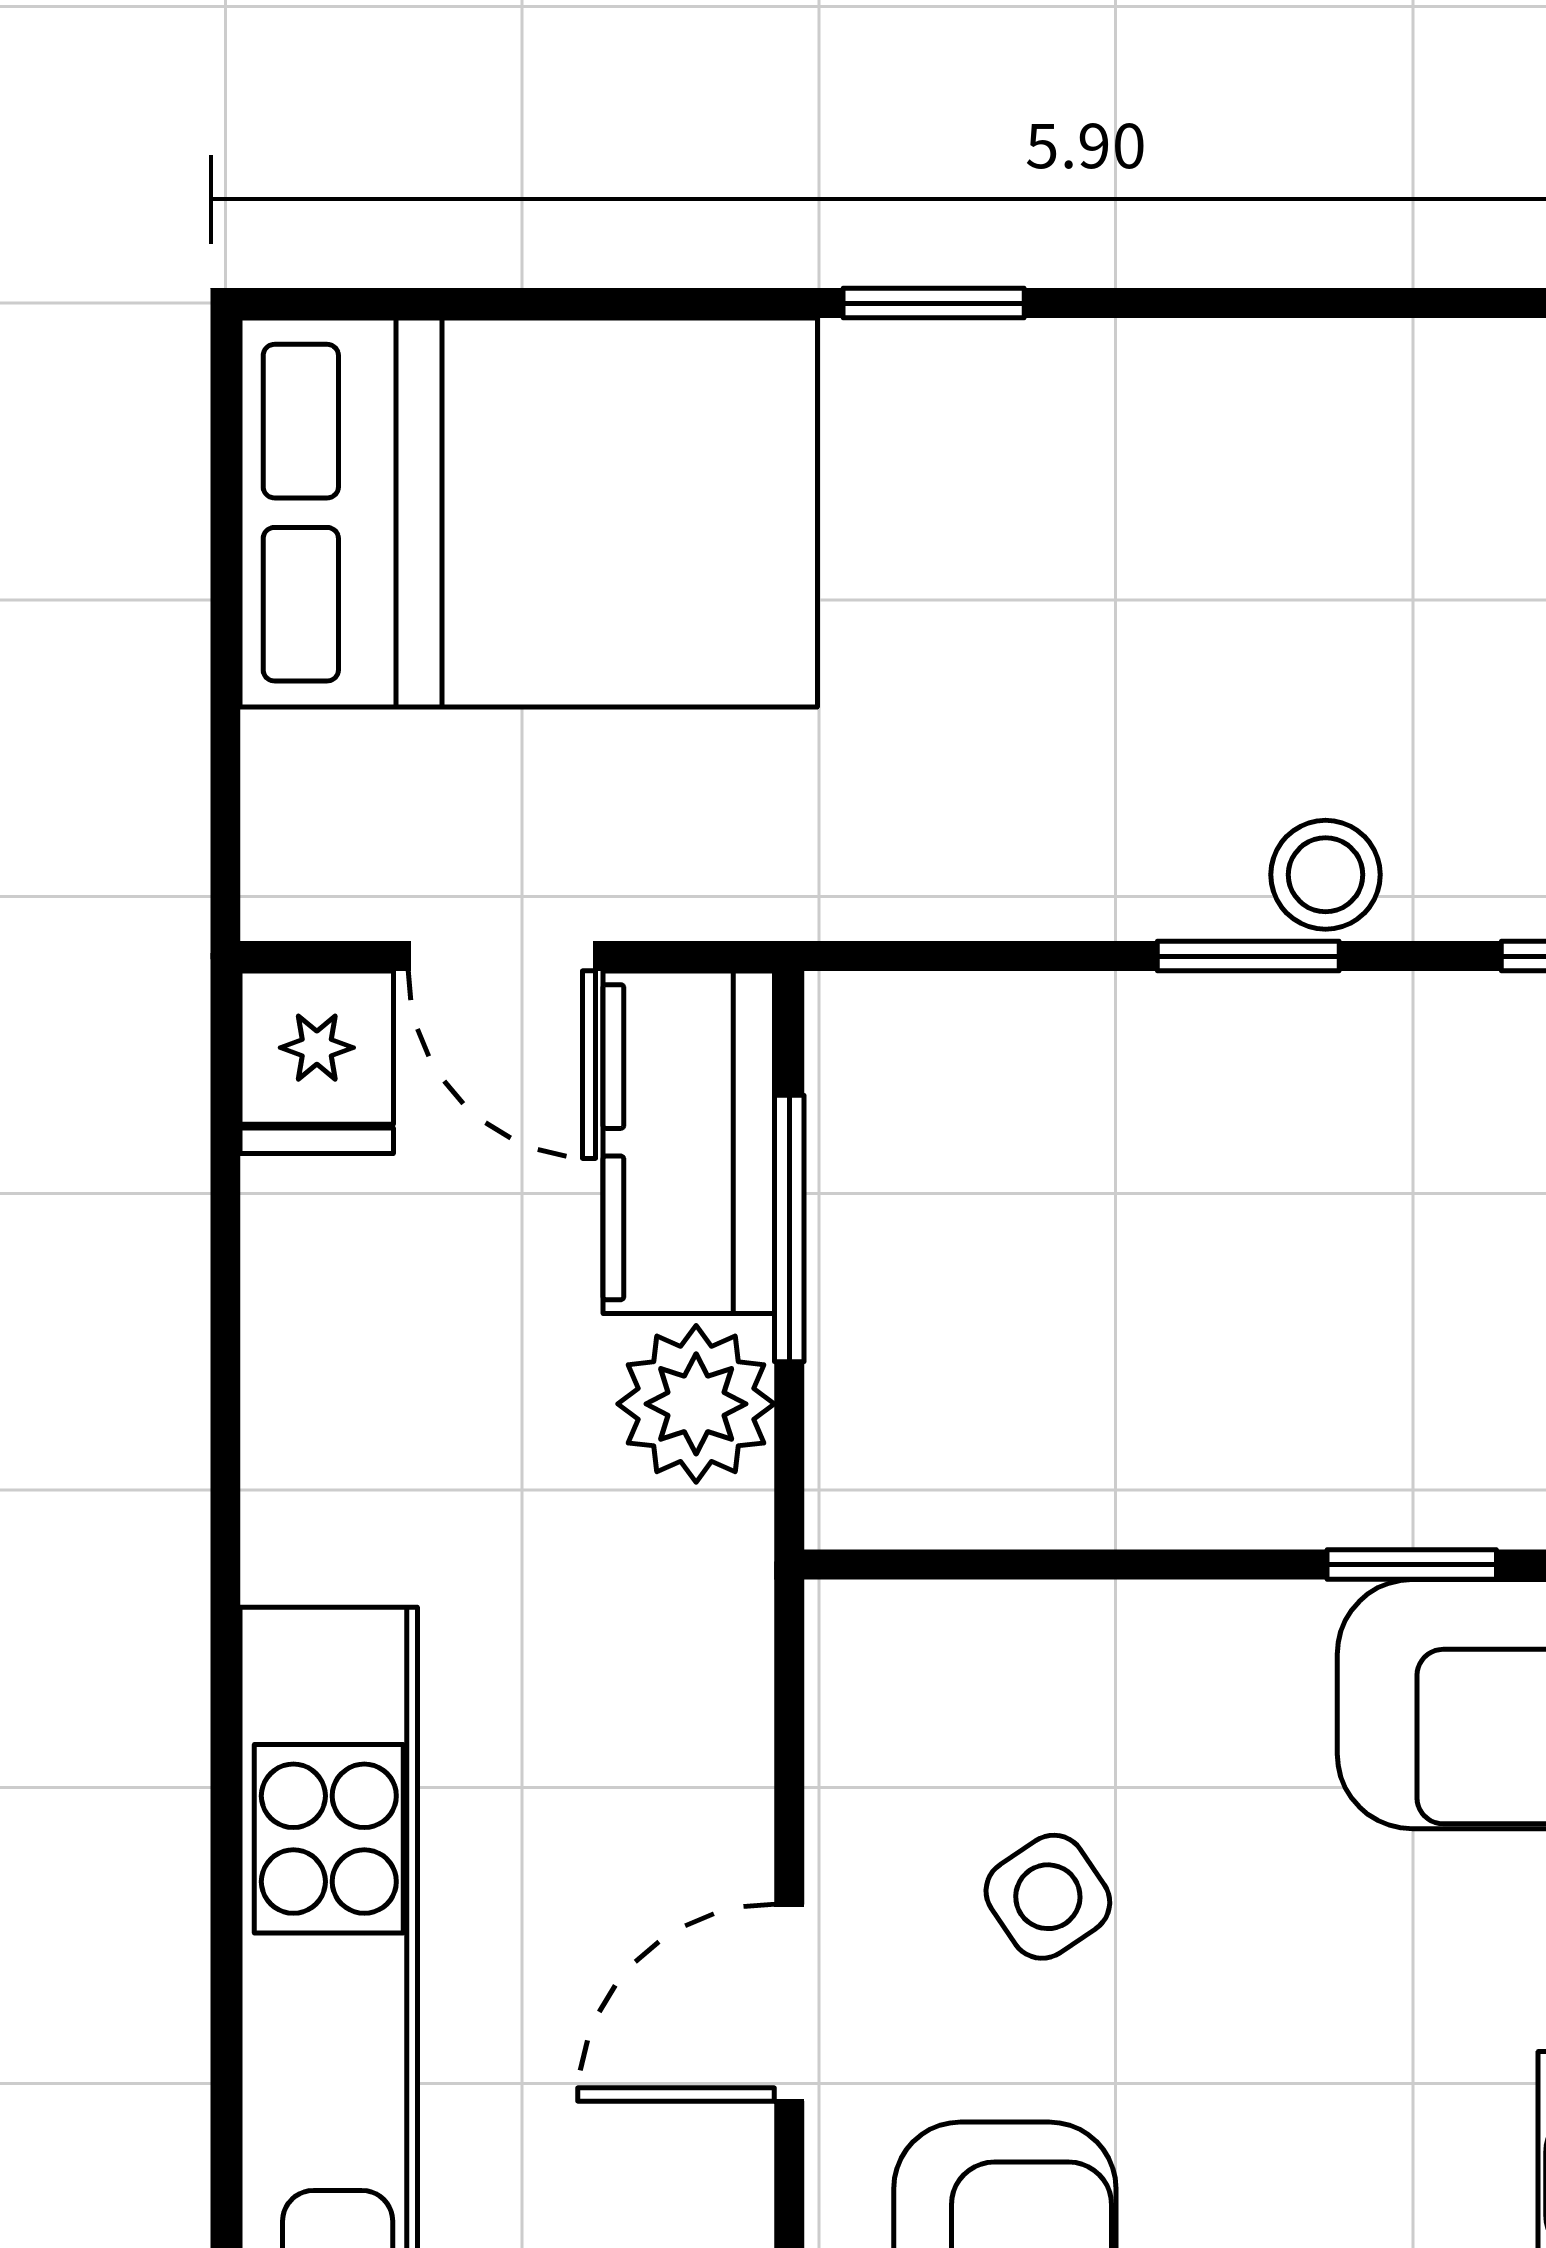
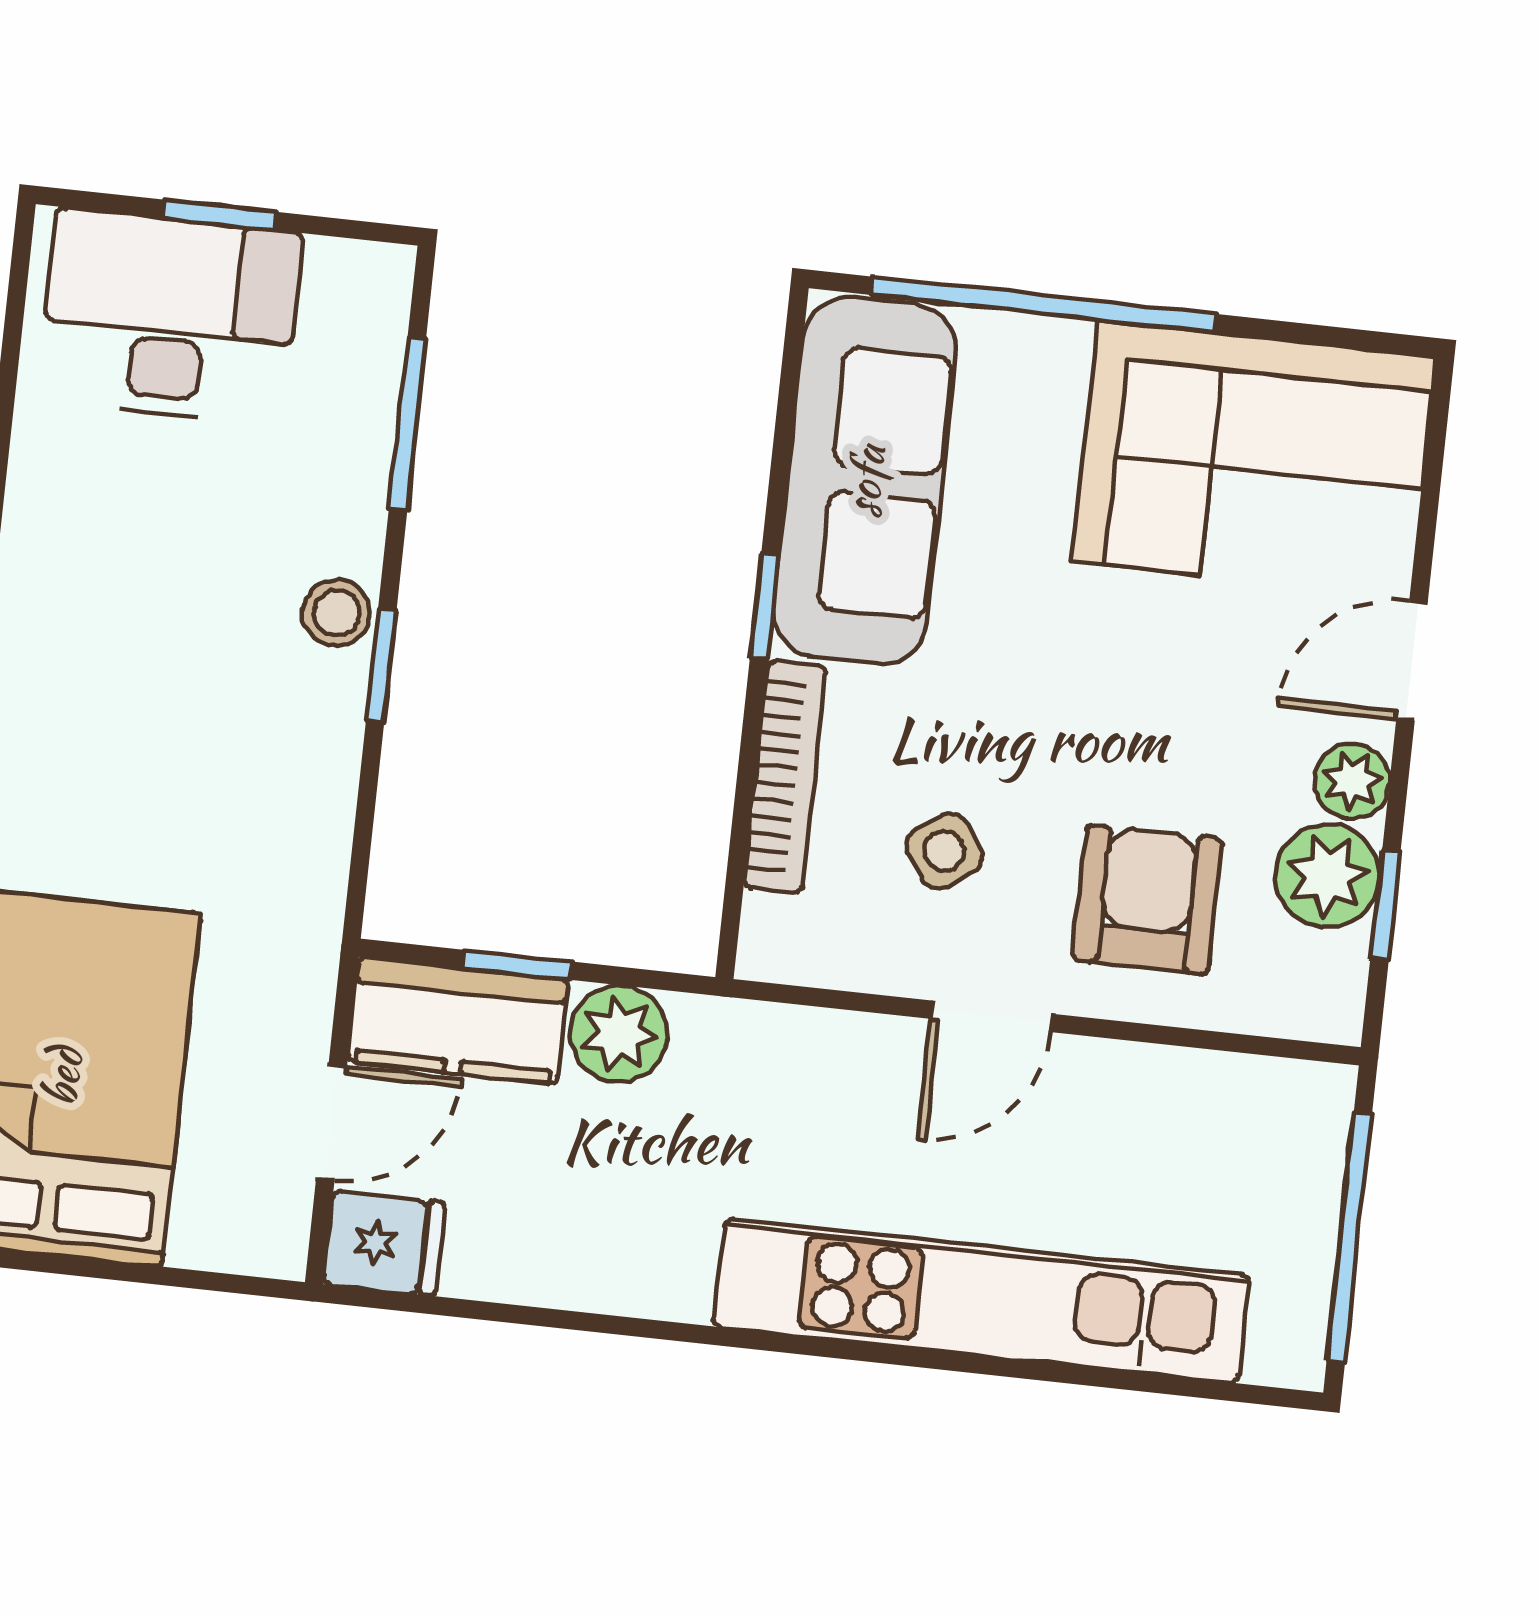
window: (789, 1229) -> (518, 965), width x0.67
bookcase: (1140, 1627) -> (785, 777), added
door: (789, 2003) -> (992, 1016), hinge flipped

